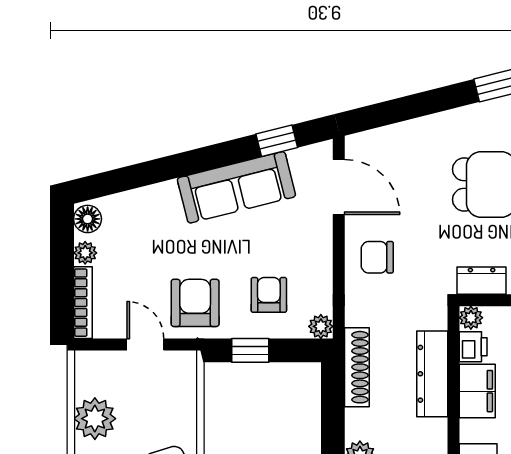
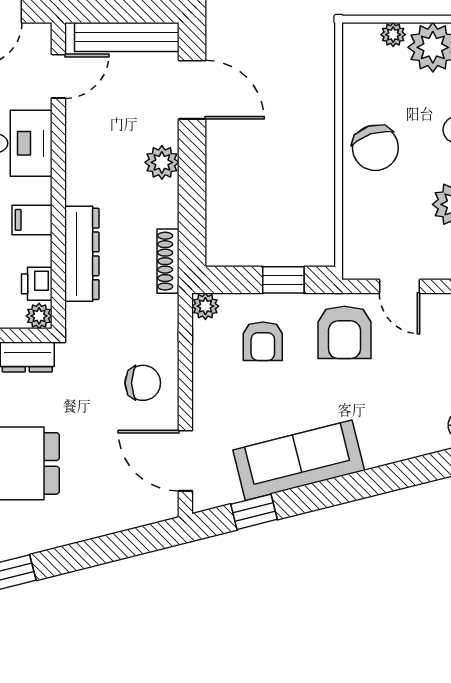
shoe rack: (357, 367) -> (168, 261), width x0.74, depth x0.81
filing cabinet: (477, 391) -> (32, 220), width x0.50

